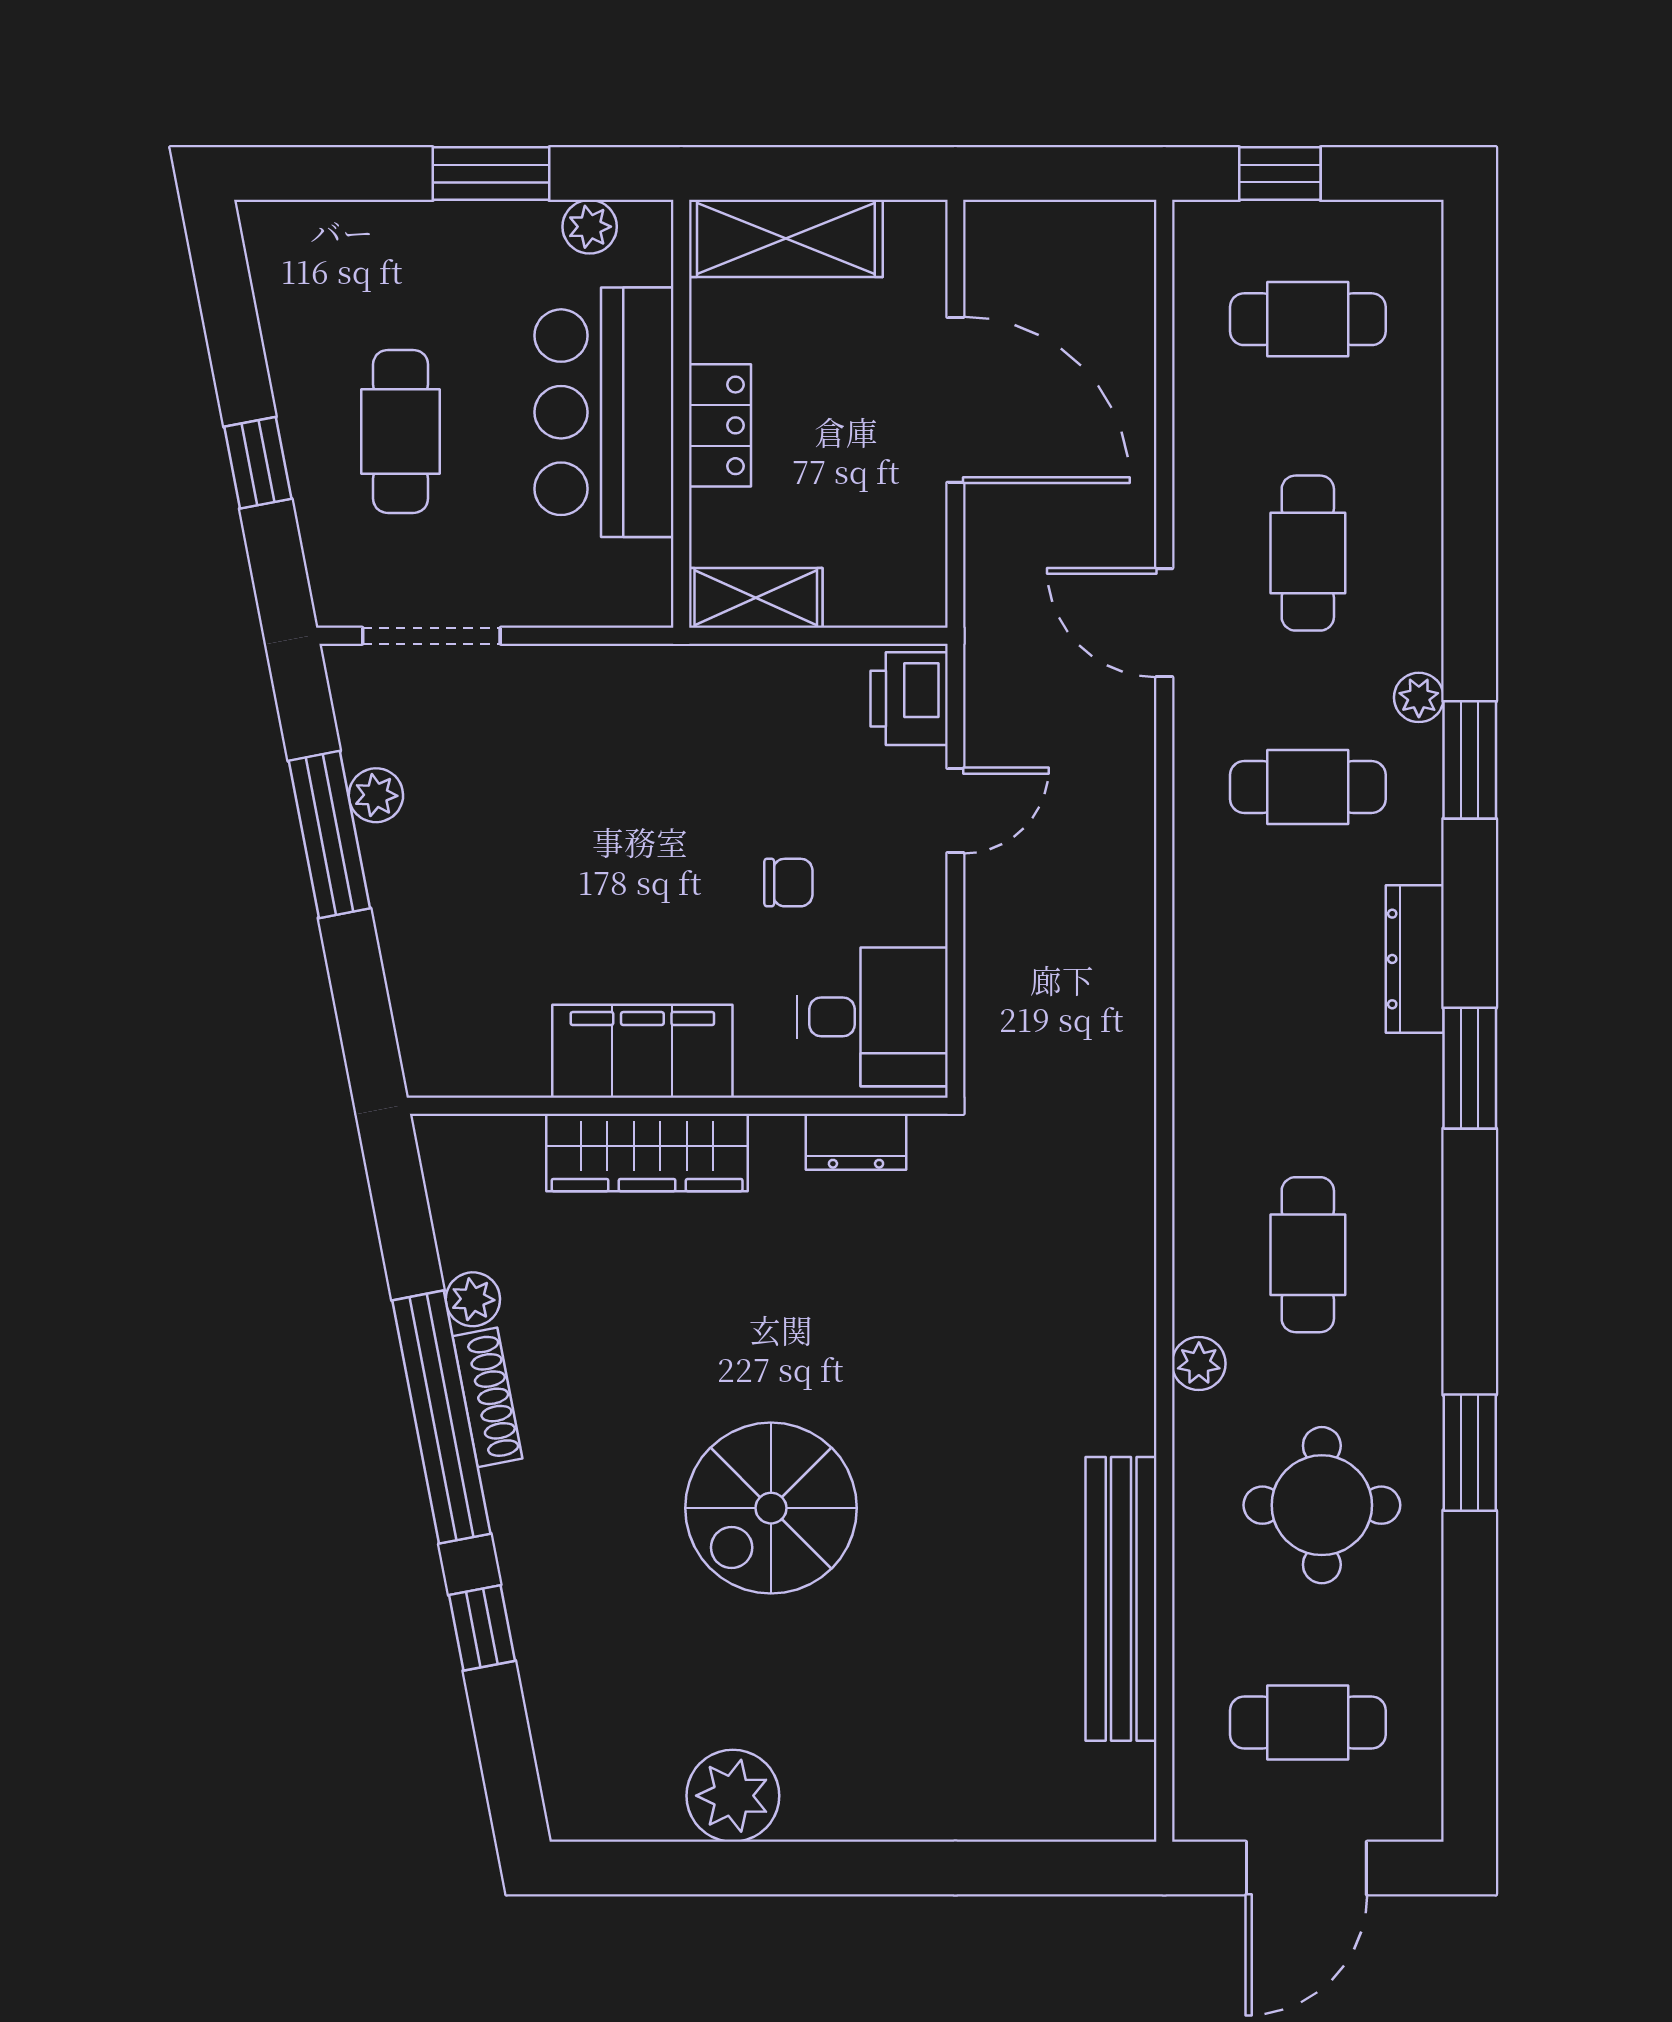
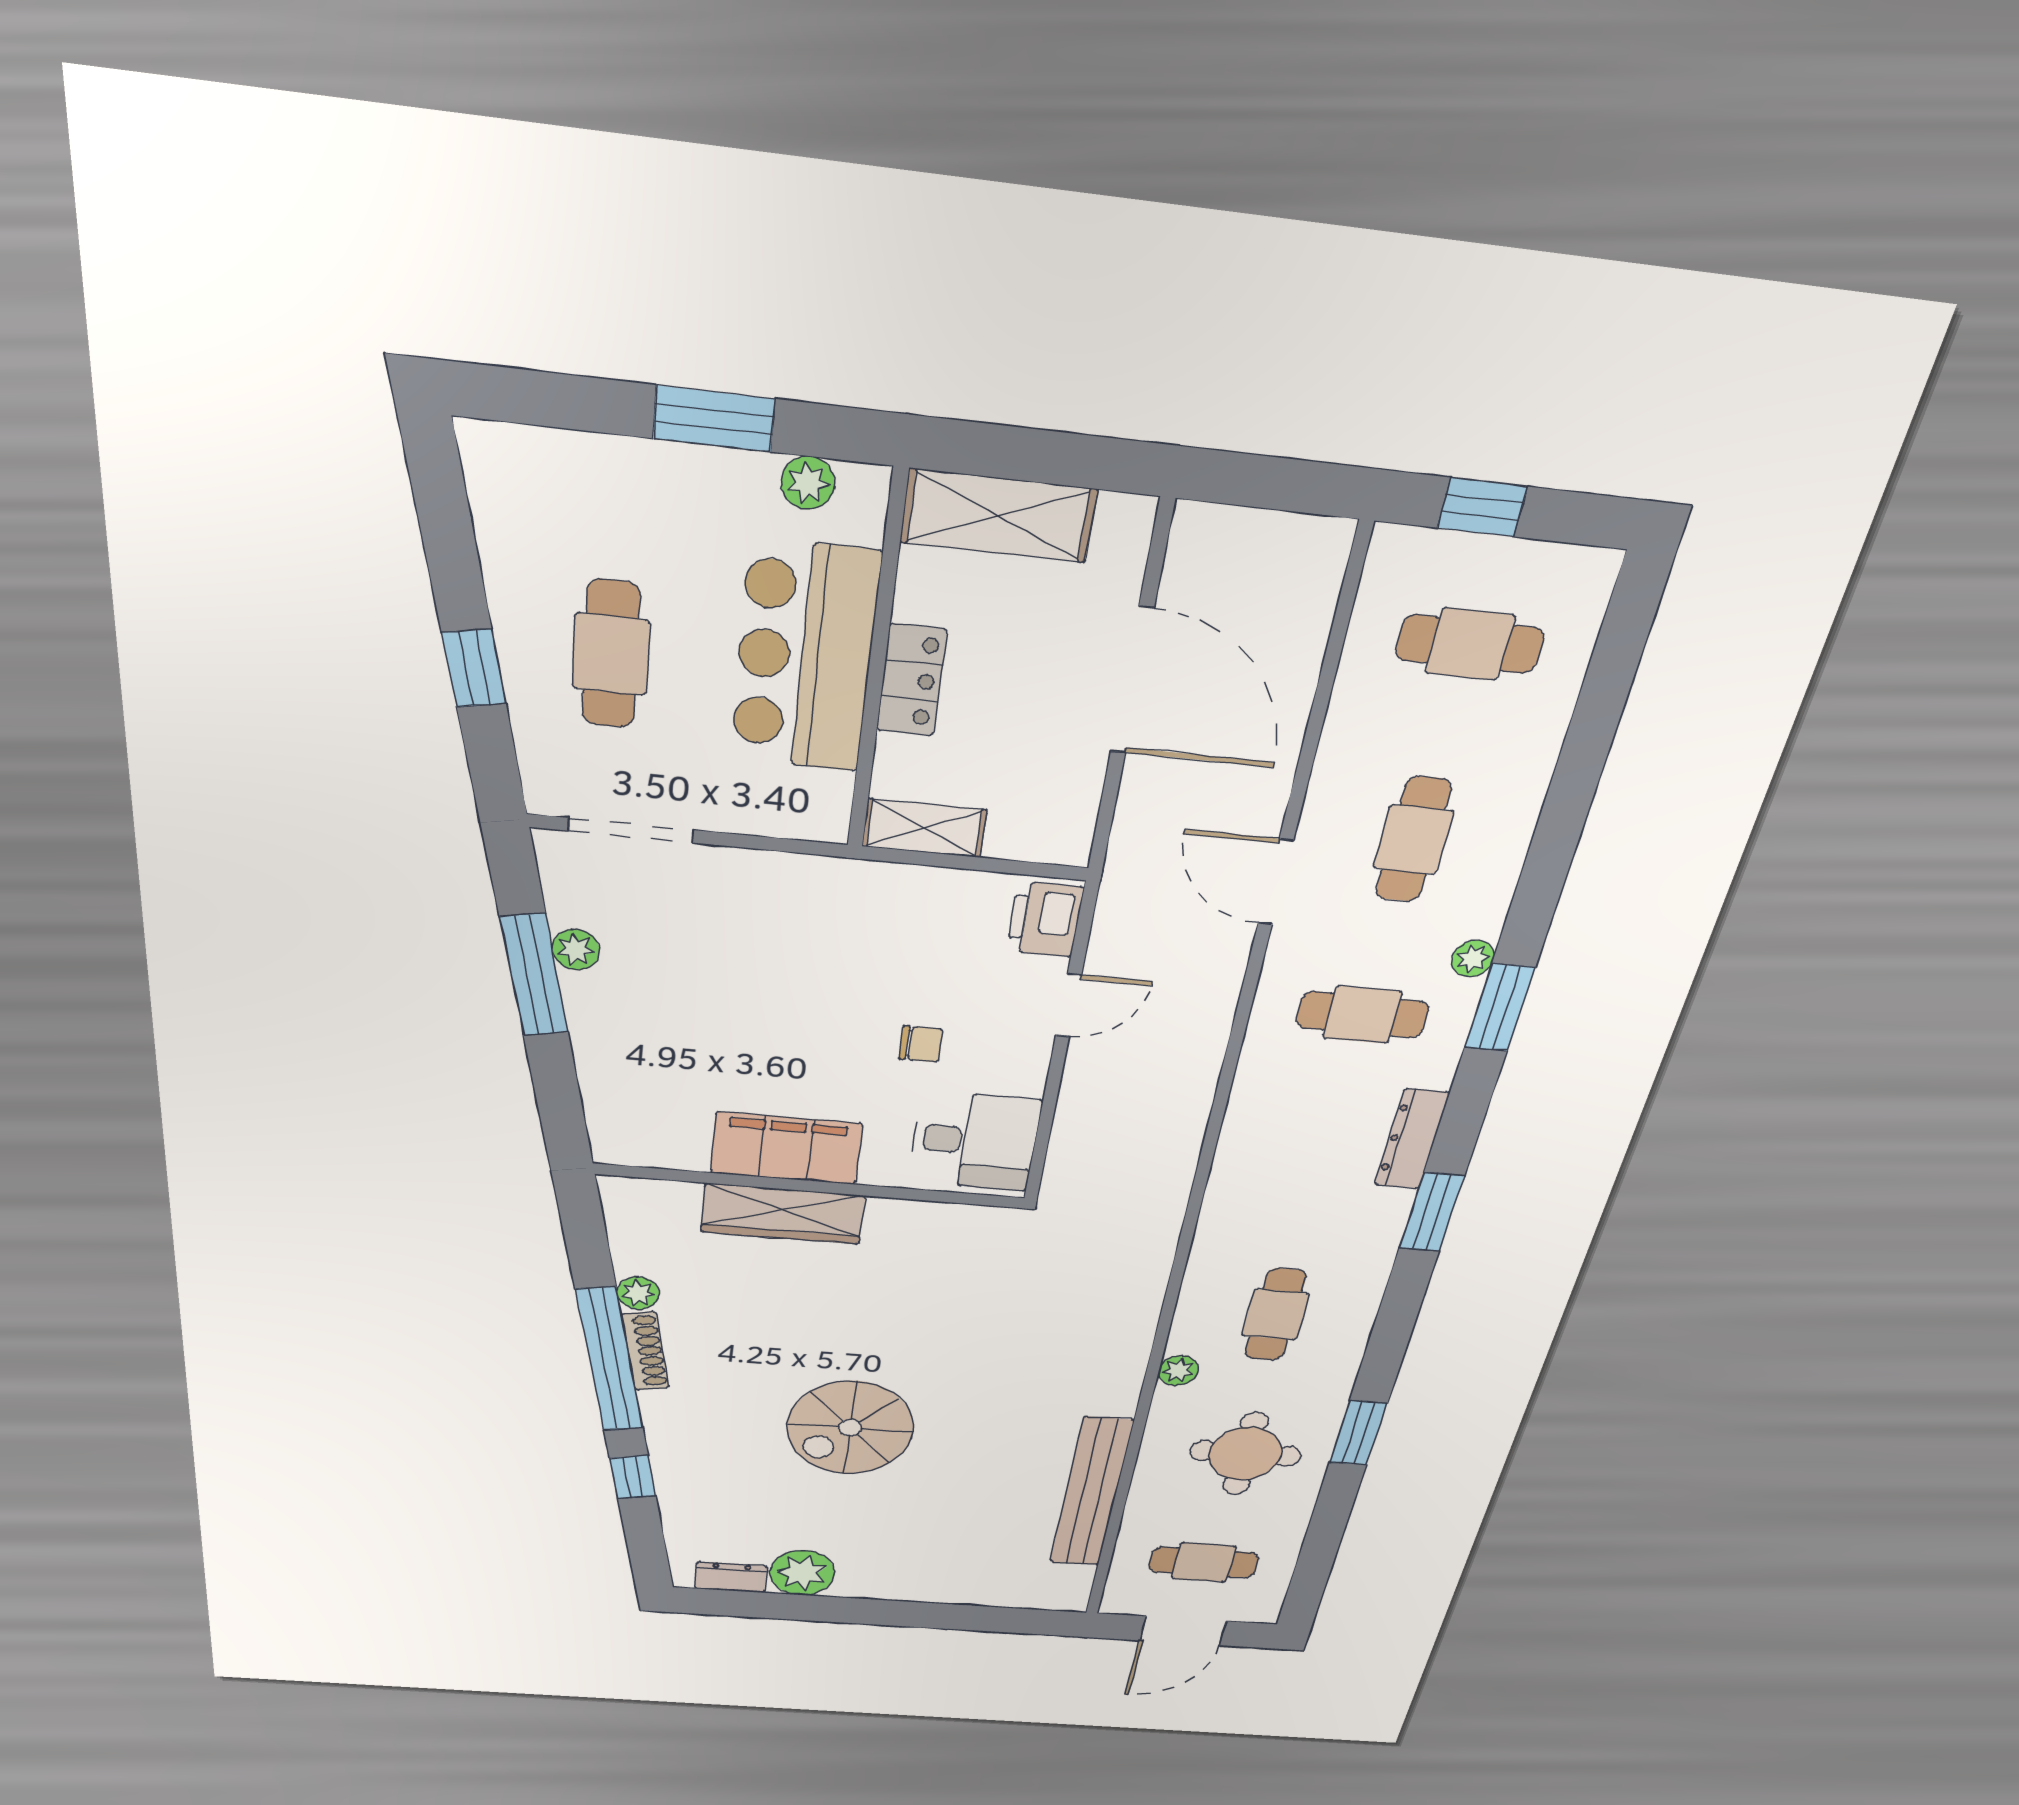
dresser: (856, 1142) -> (731, 1577), moved, turned 180

